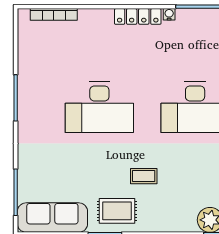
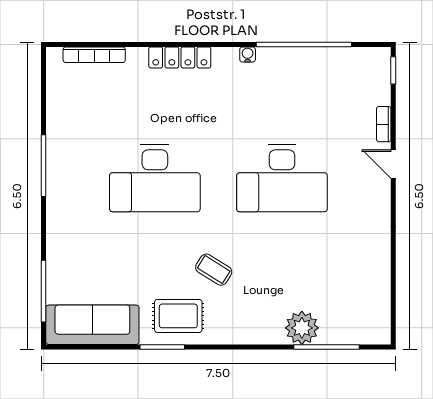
locker: (138, 16) -> (180, 57), moved
coffee table: (144, 176) -> (214, 270), turned 32

